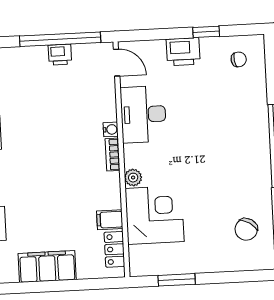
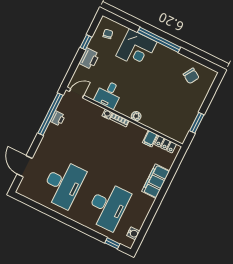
desk: (143, 114) -> (109, 94), width x0.73
corner desk: (155, 215) -> (136, 49), moved, turned 180

